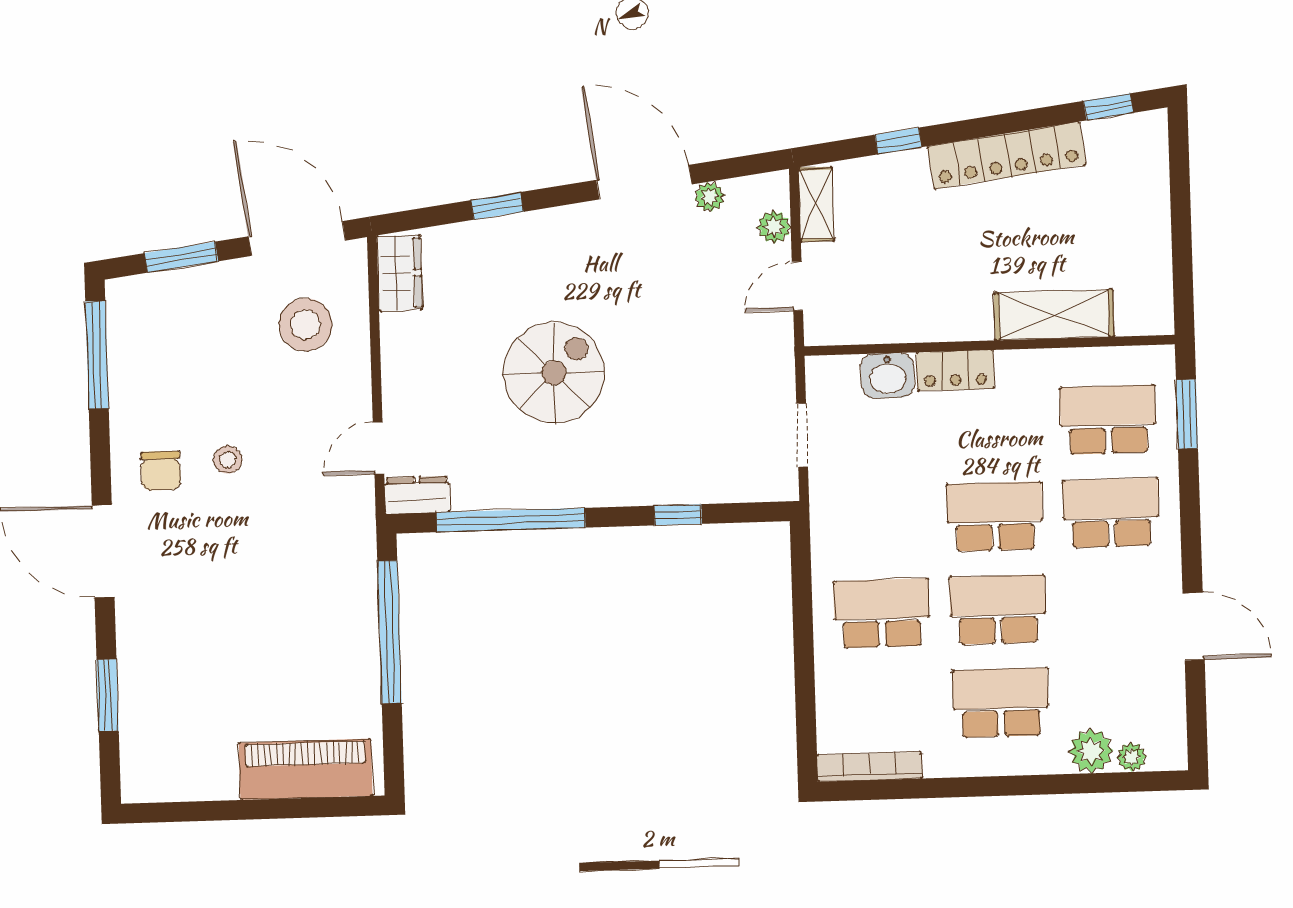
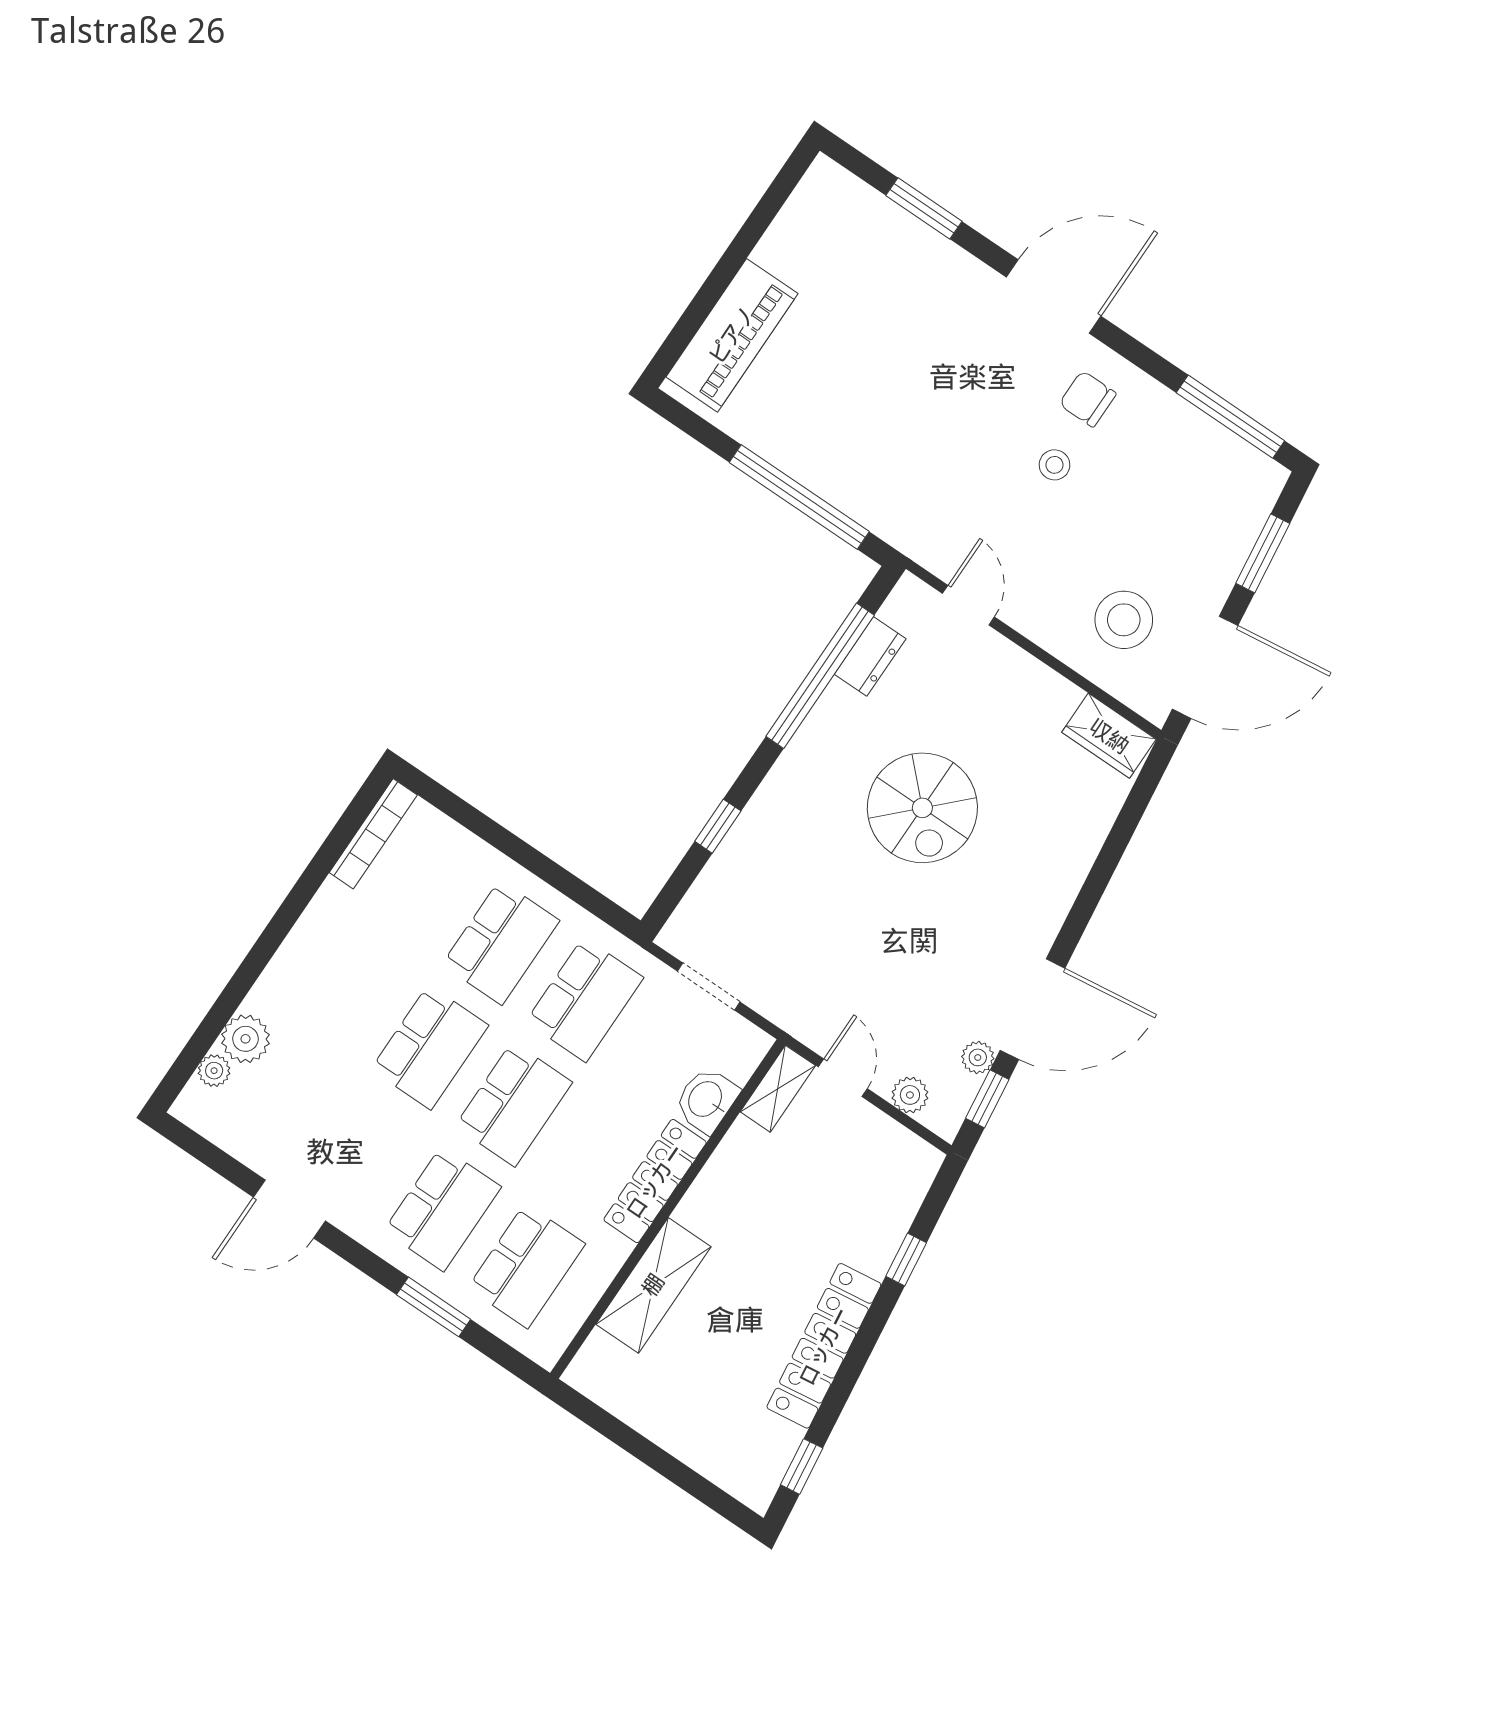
shelving: (816, 204) -> (778, 1089), moved, turned 90
window: (497, 206) -> (987, 1099), moved
locker: (955, 370) -> (655, 1181), width x1.53
window: (1187, 414) -> (434, 1307), moved
dresser: (417, 495) -> (870, 656), moved
school desk: (1001, 703) -> (585, 1000), moved

